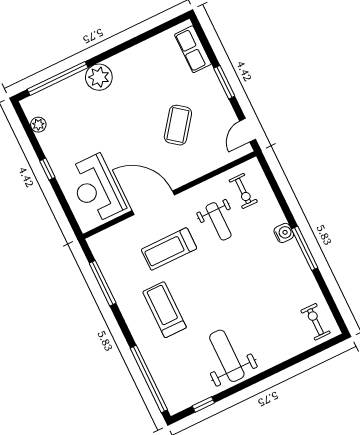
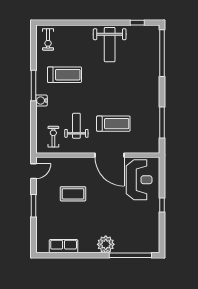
row of seats: (193, 49) -> (64, 246), moved, turned -90
plant: (38, 125) -> (155, 234), removed
coffee table: (178, 125) -> (73, 194), turned 53
treadmill: (165, 310) -> (64, 75), moved, turned -90

